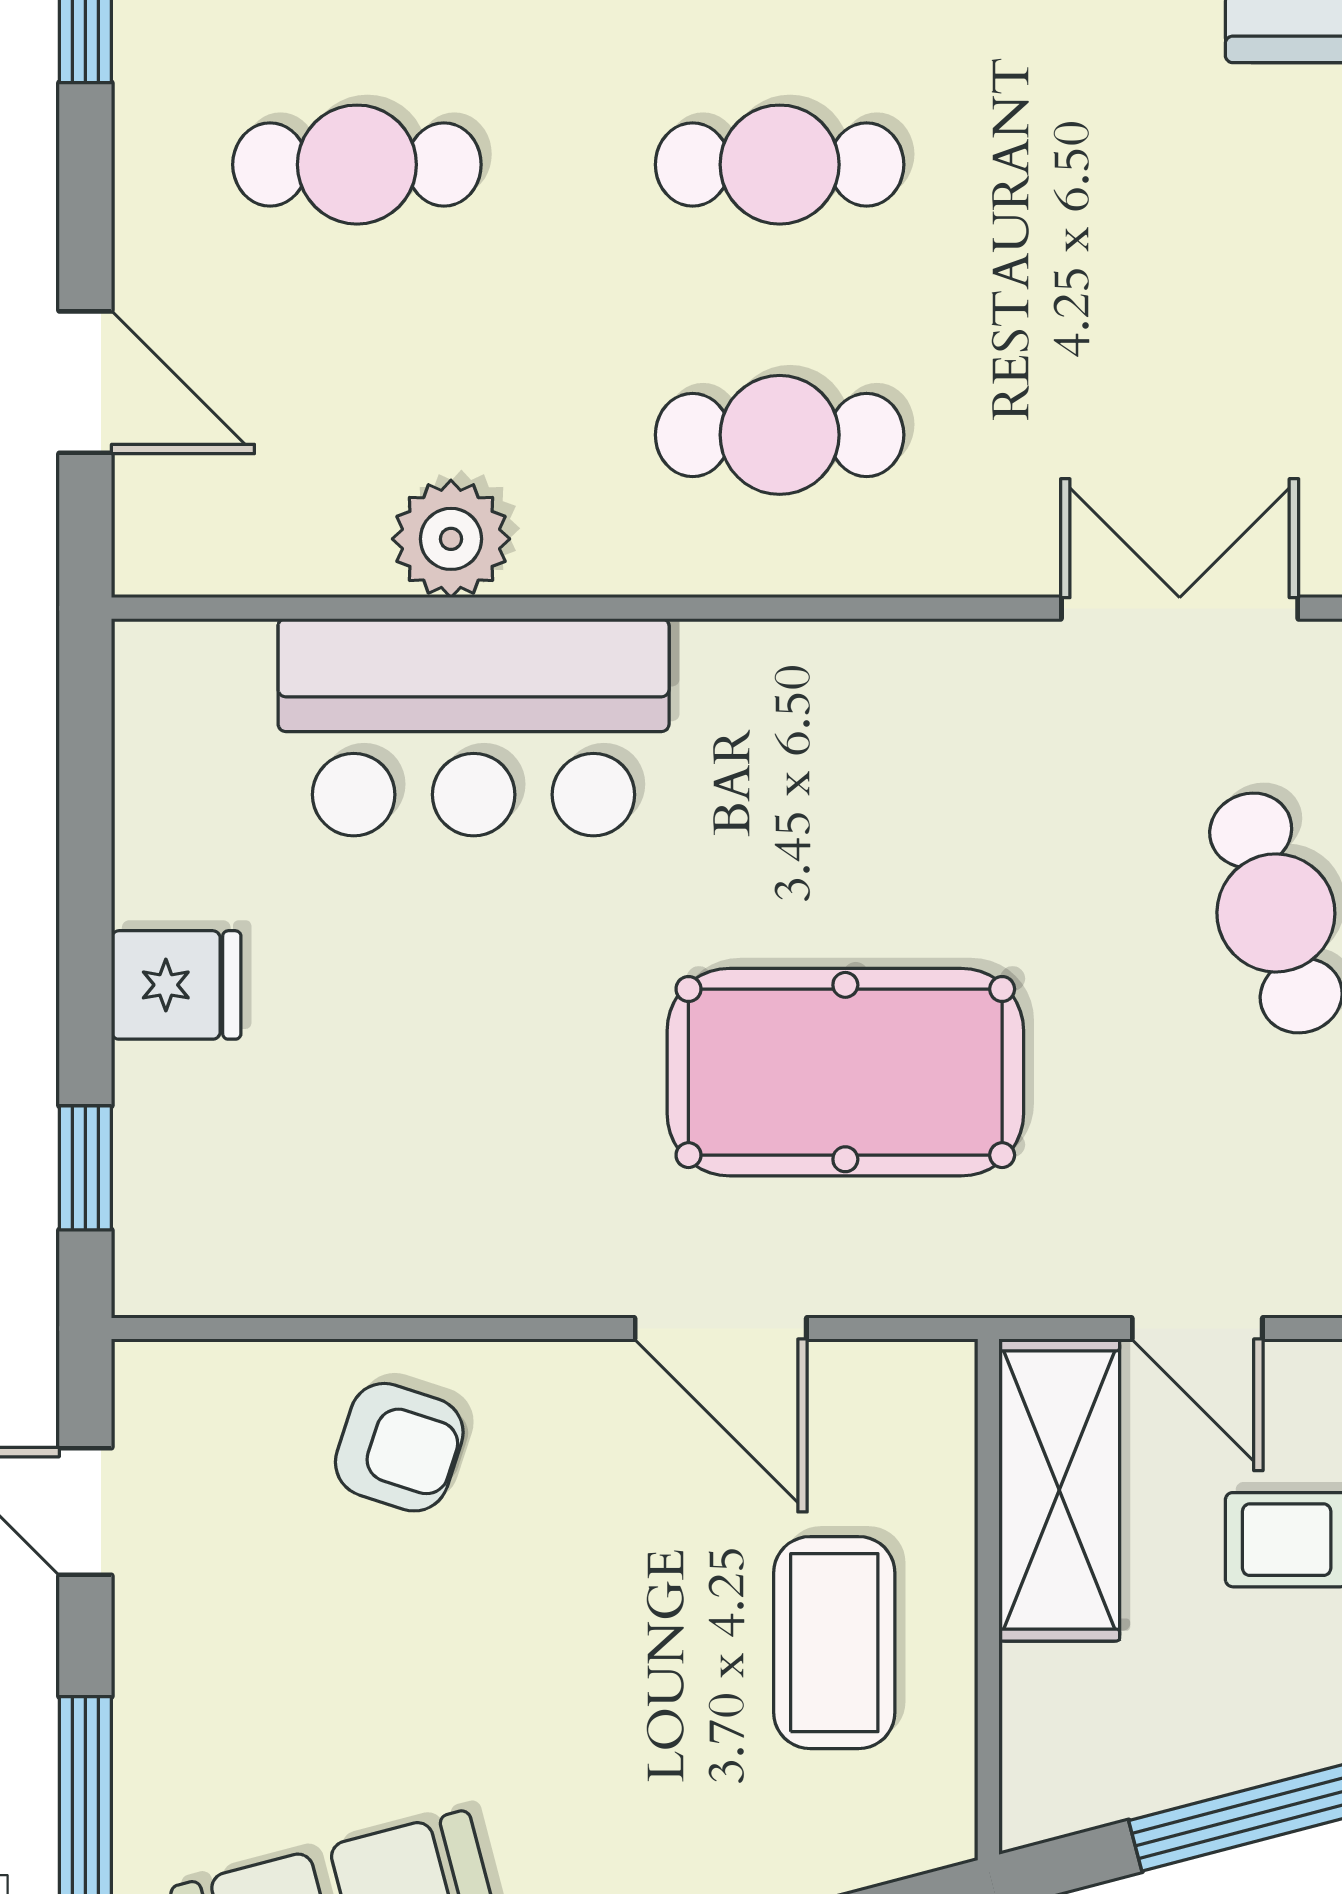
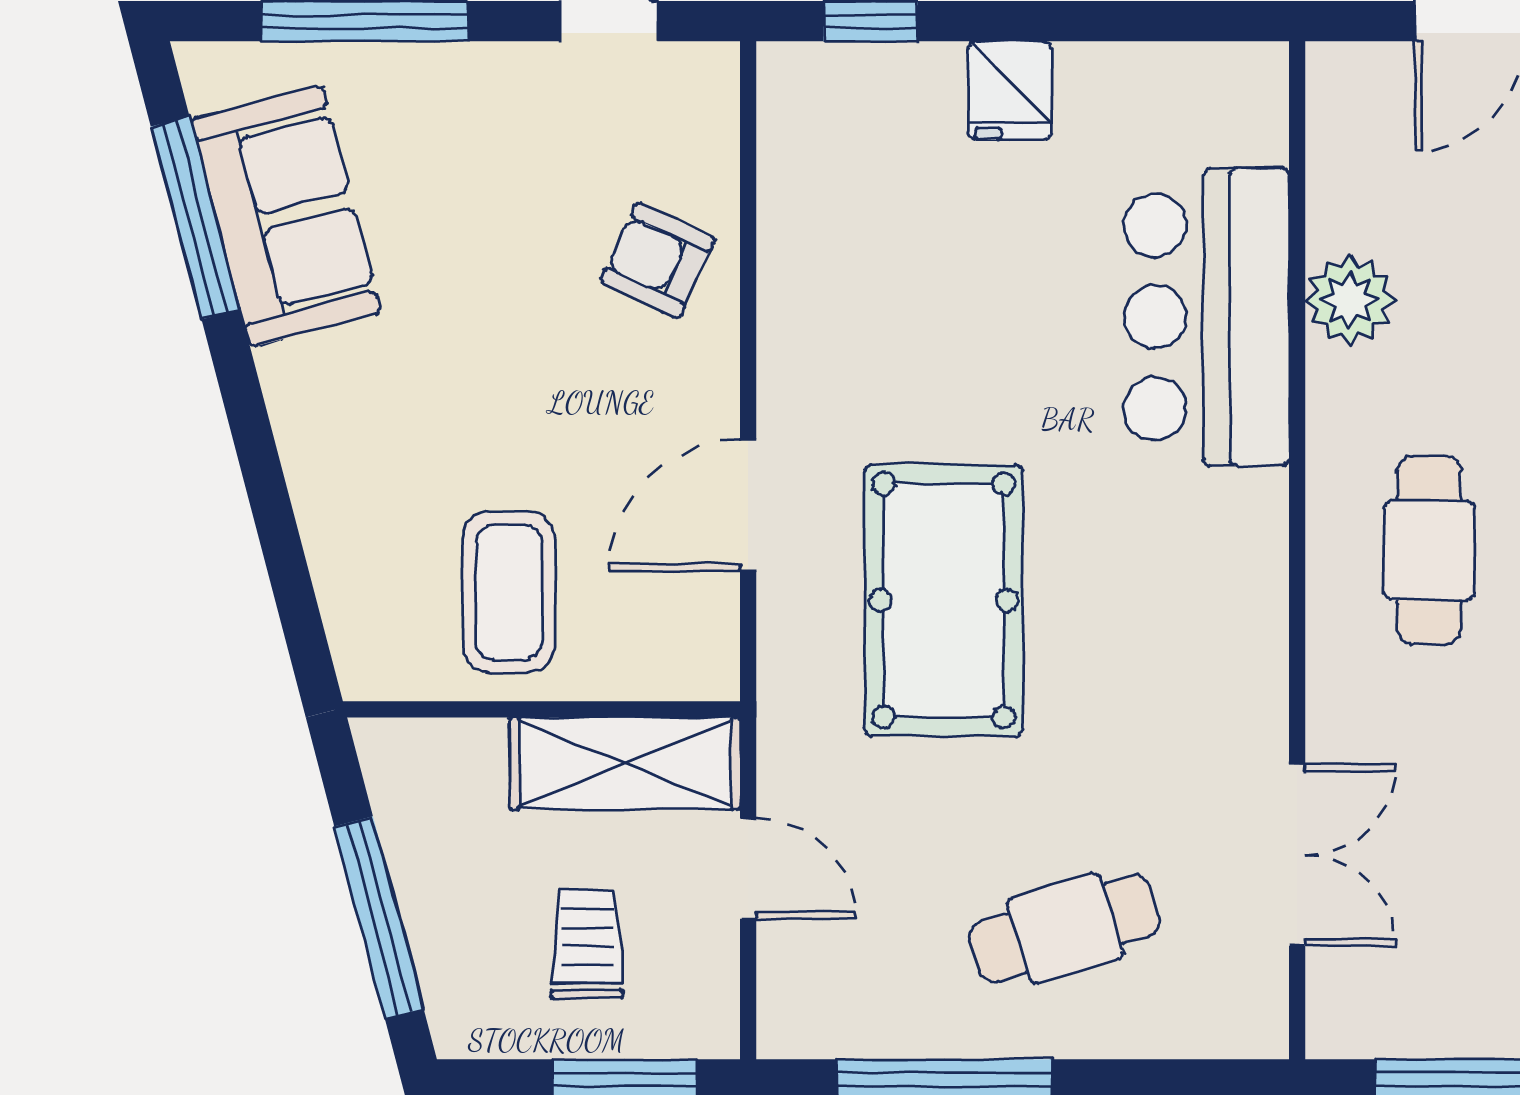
door: (1197, 1328) -> (748, 869), swing flipped
armchair: (399, 1447) -> (658, 260), turned 97
coffee table: (834, 1643) -> (509, 592), turned 90

